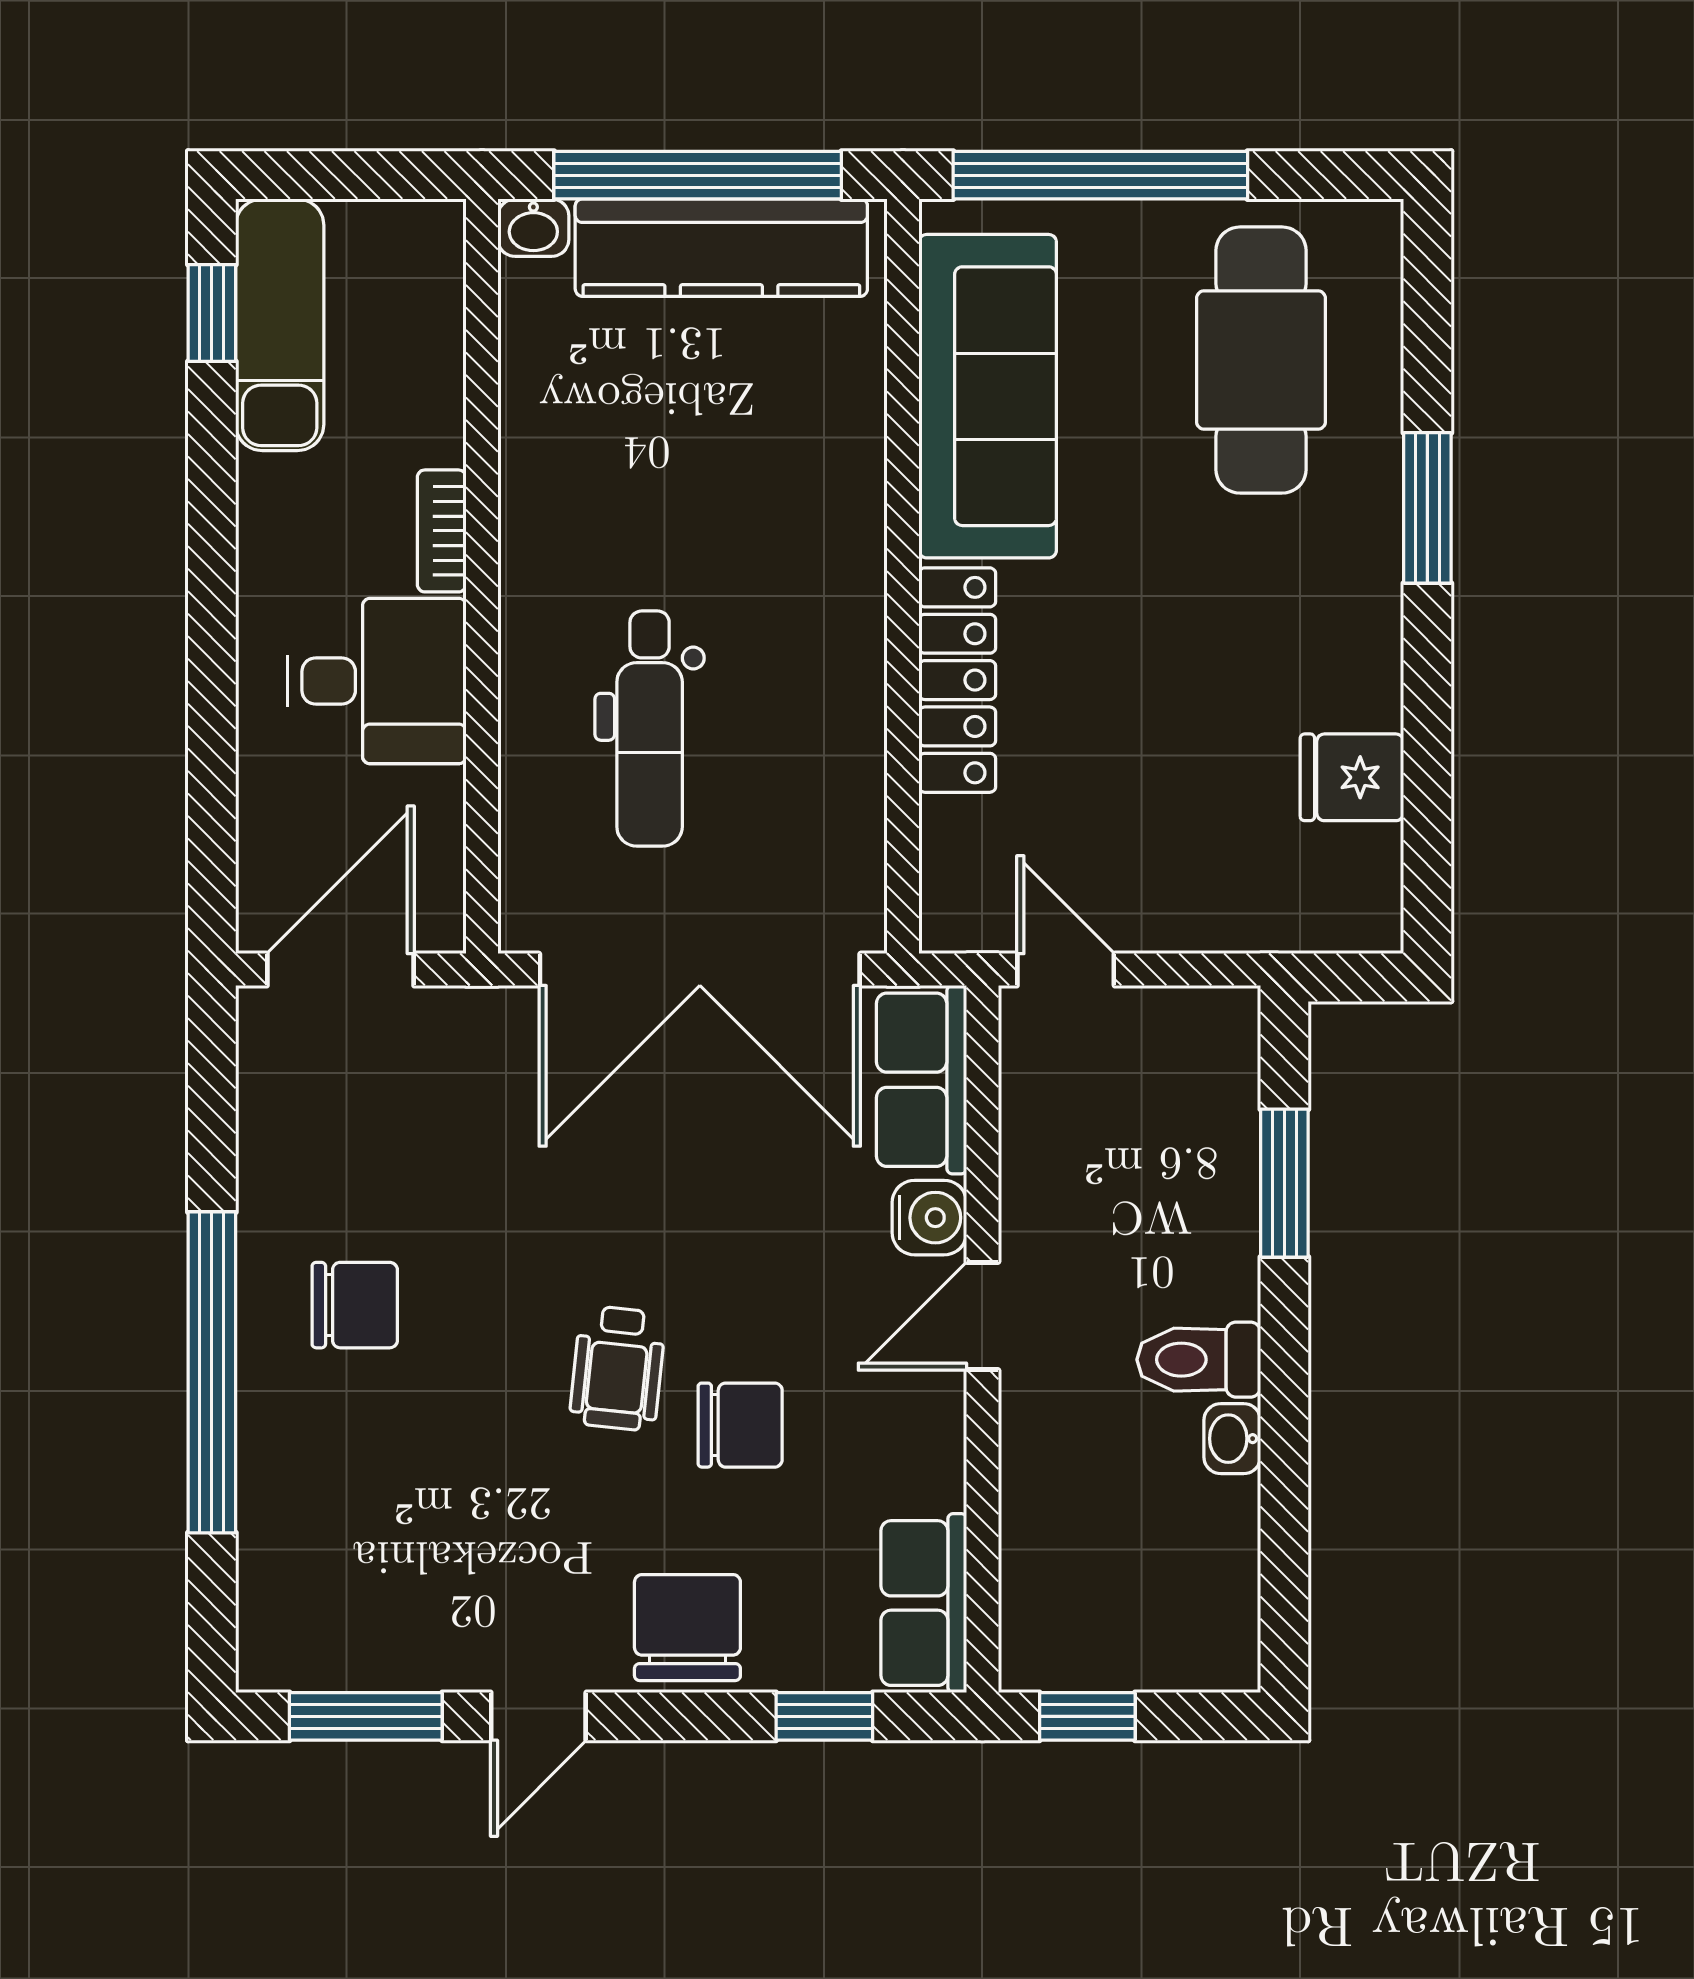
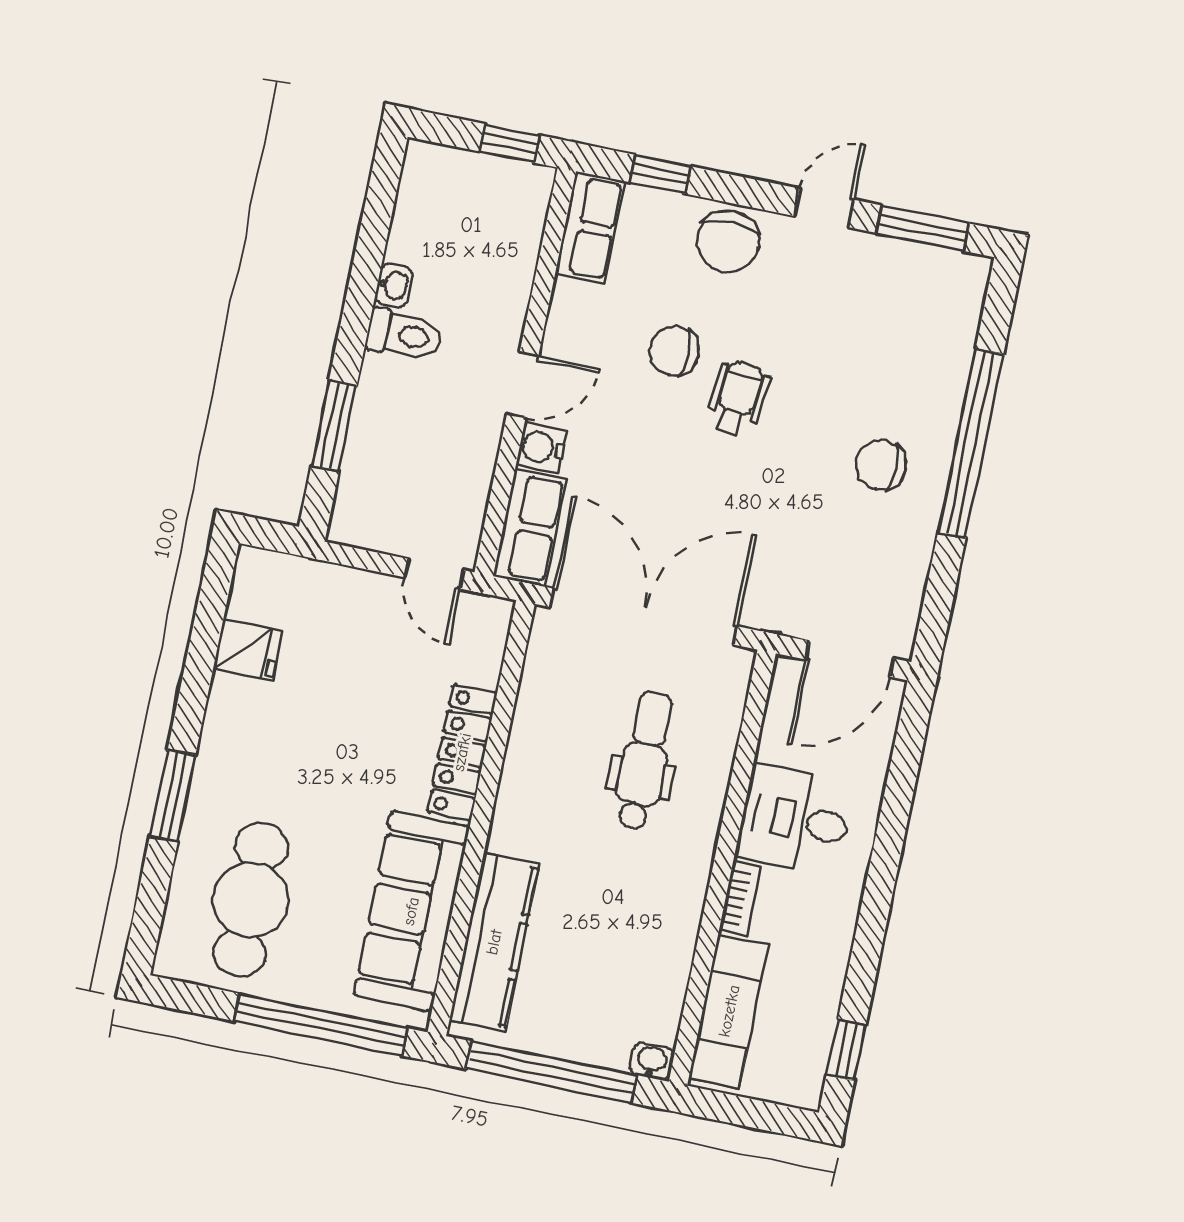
kitchen counter: (721, 248) -> (494, 942), moved, turned 90
exam couch: (280, 325) -> (729, 1011), moved, turned 180

